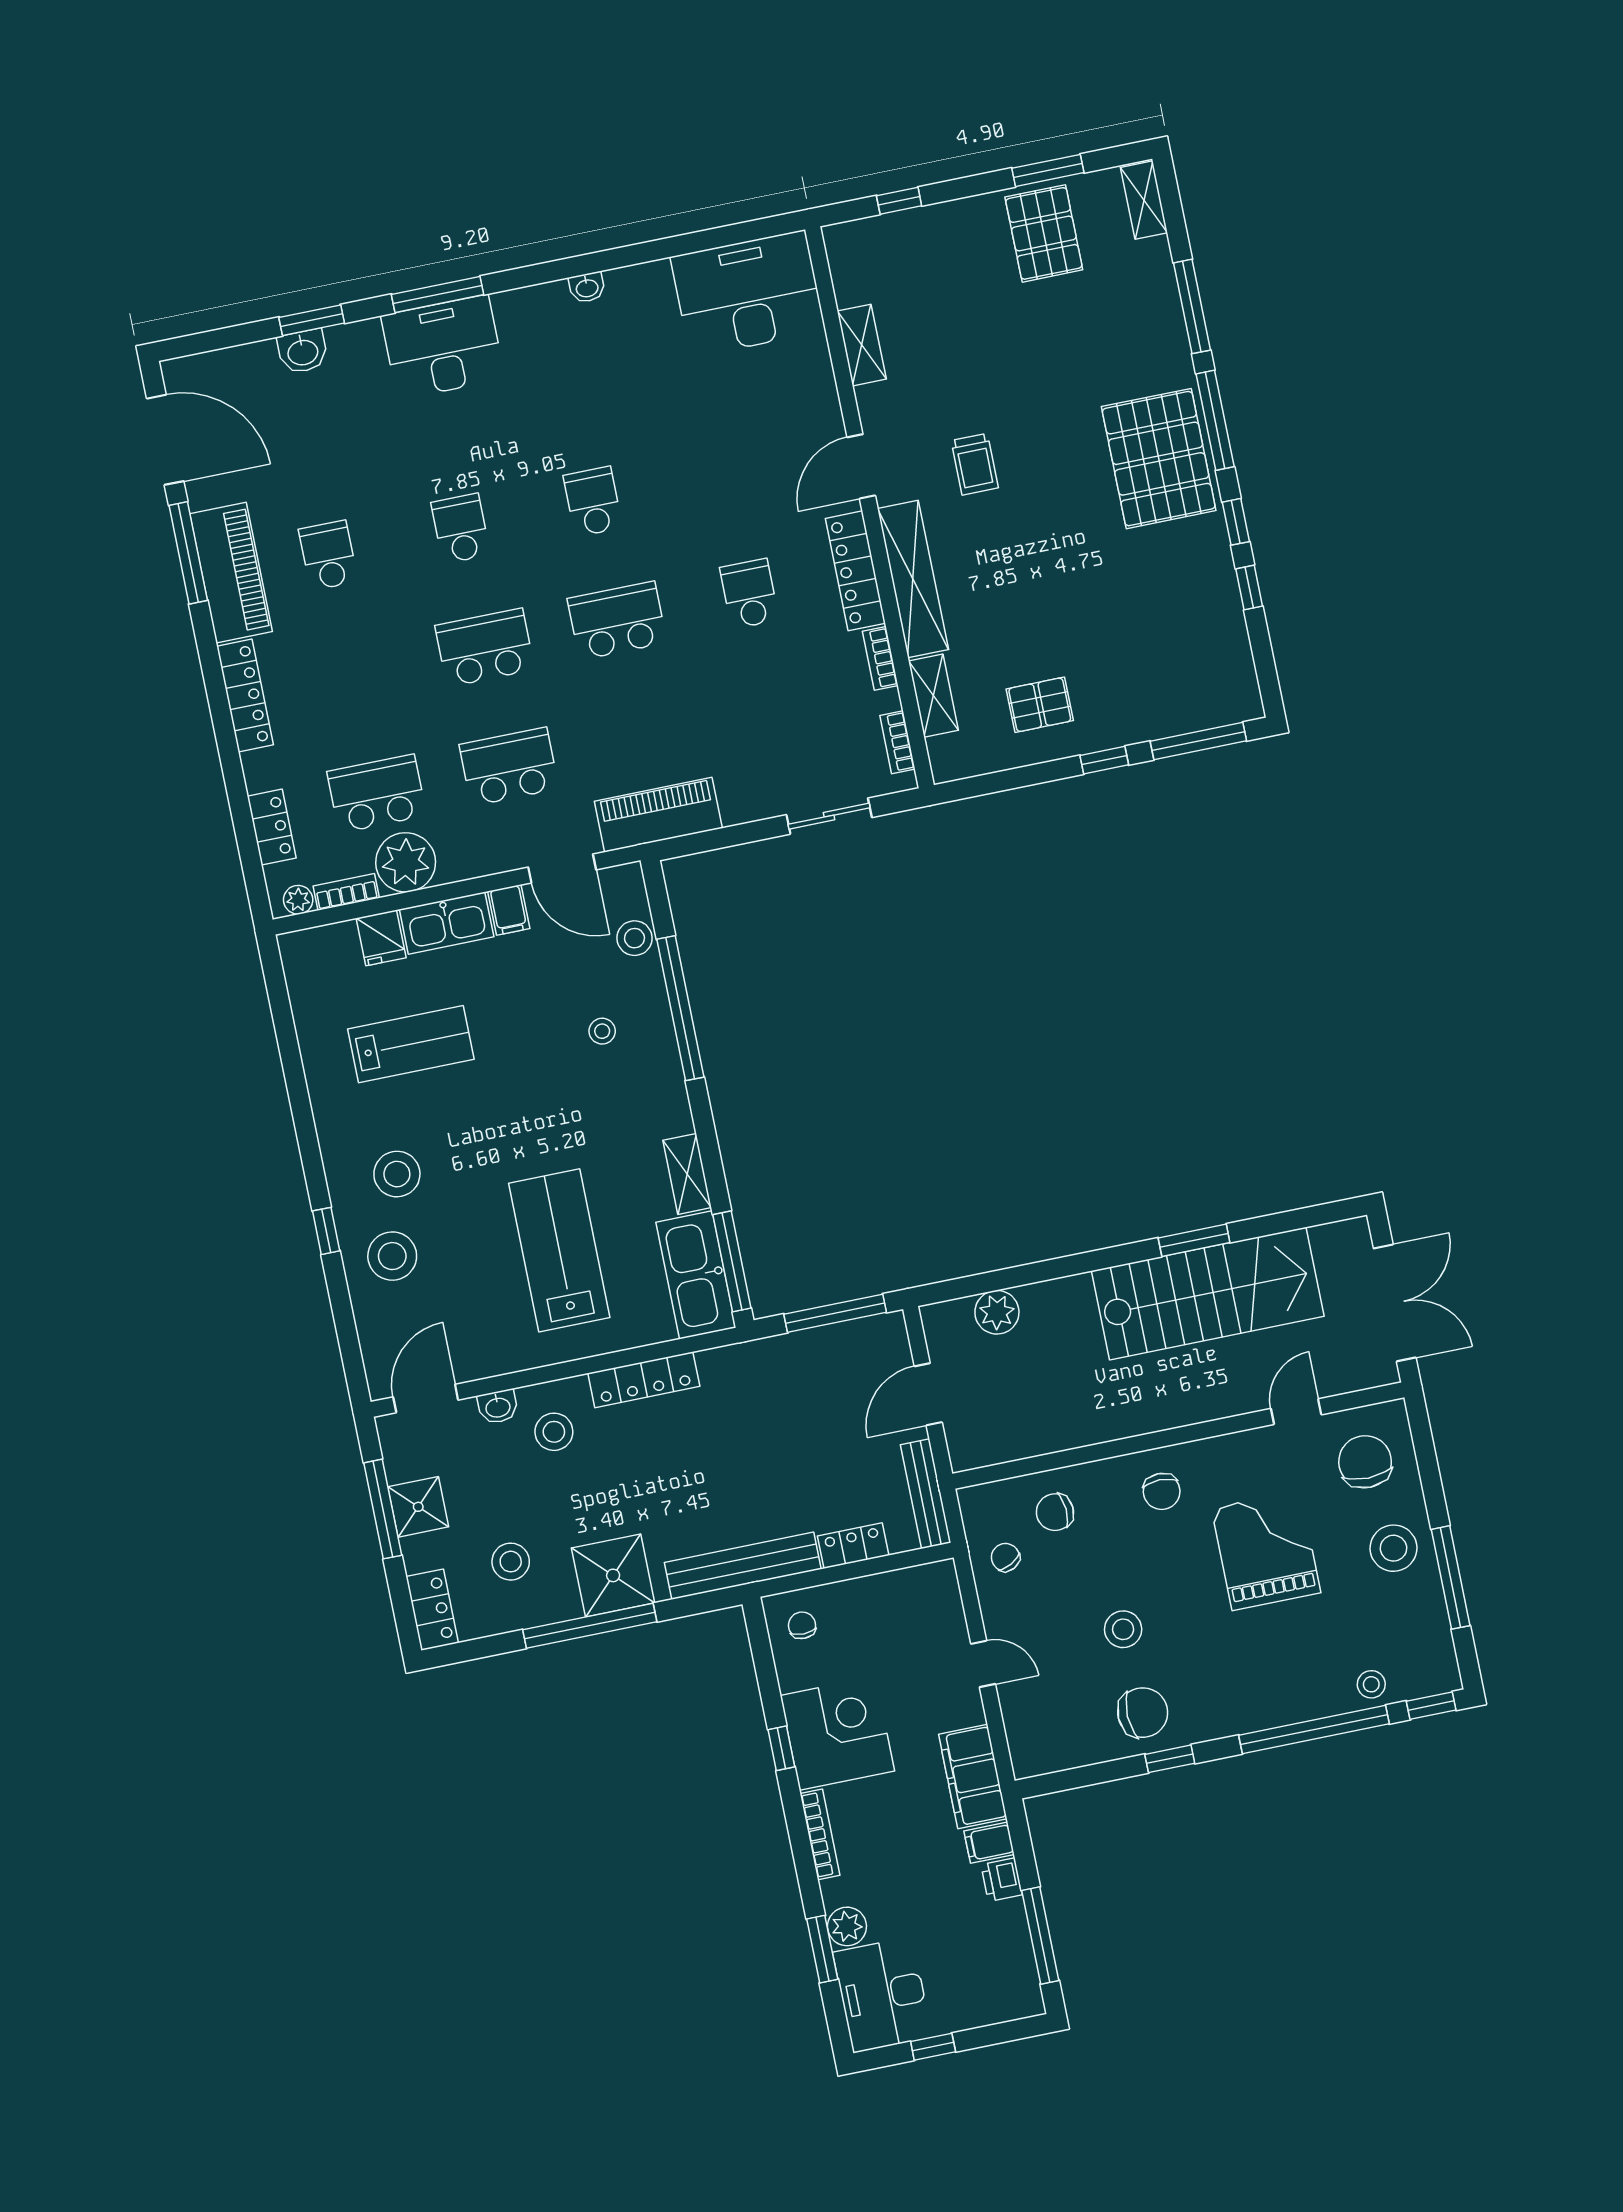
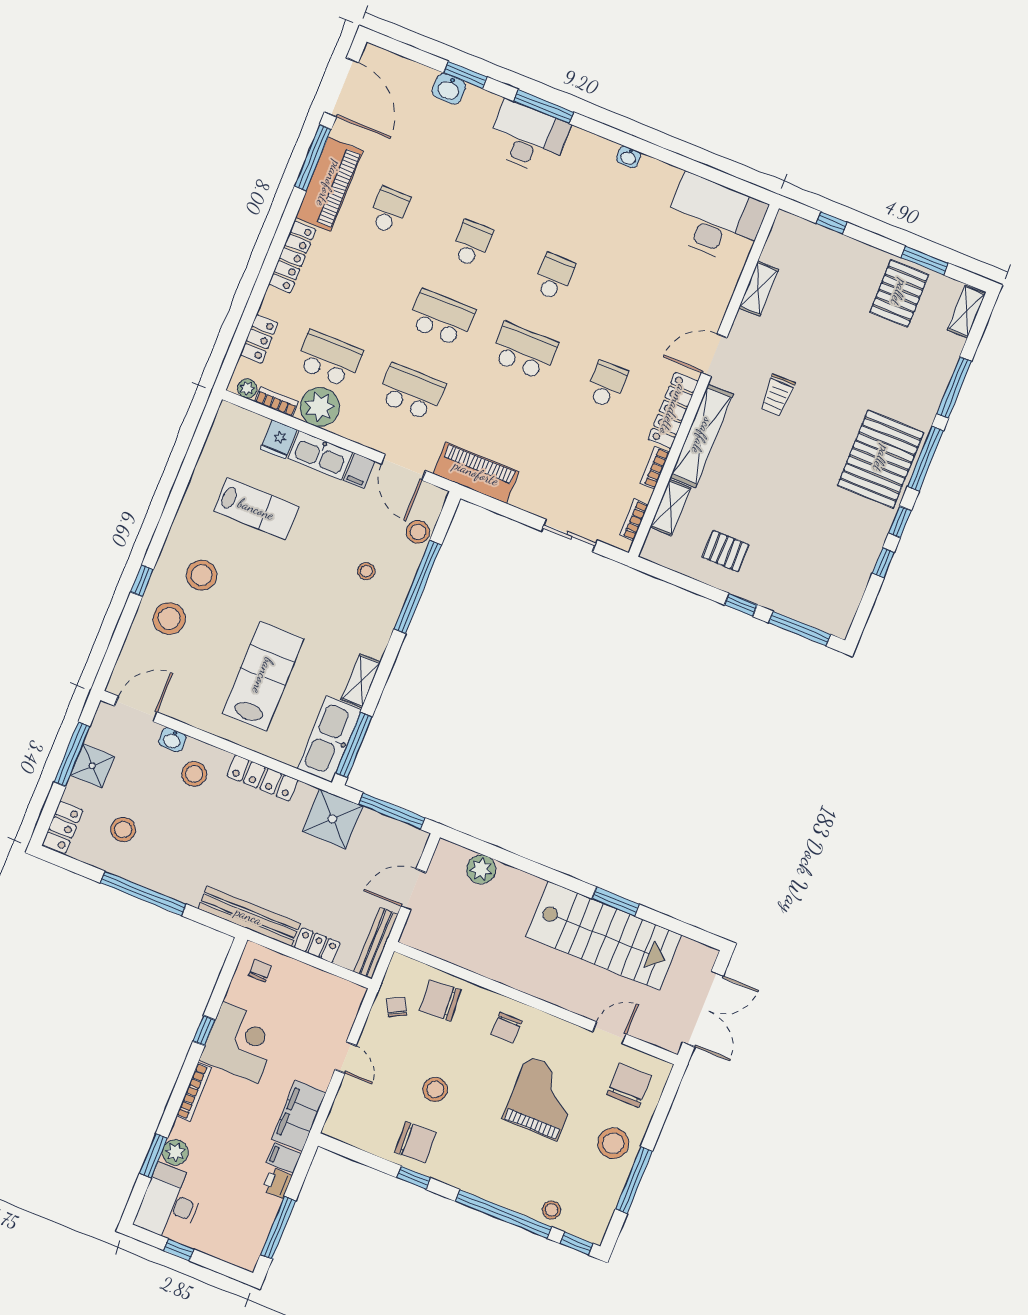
chair: (1055, 1512) -> (440, 1000), width x1.37, depth x1.37
shower: (613, 1575) -> (332, 819), moved

